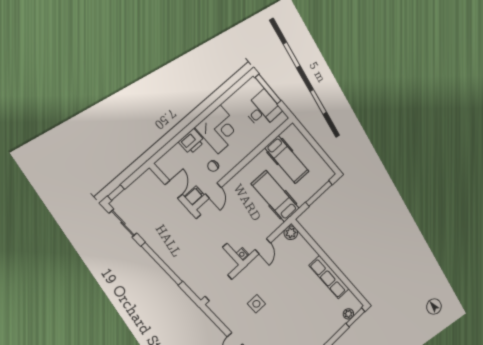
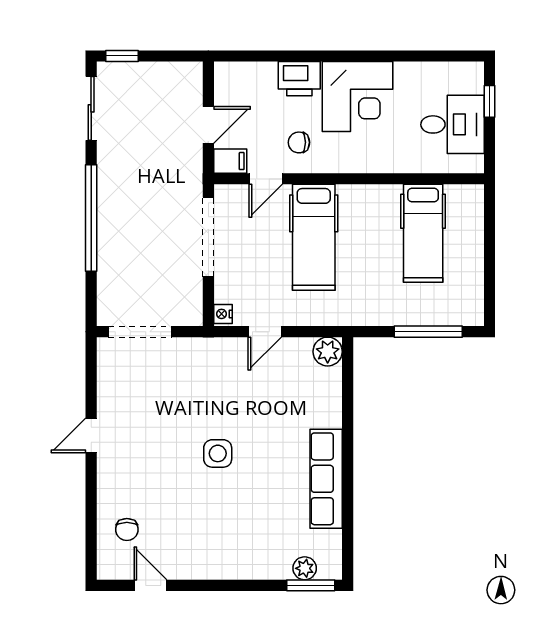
window: (268, 89) -> (489, 101), width x0.46
hospital bed: (275, 196) -> (314, 237), moved, turned 180
side table: (256, 304) -> (218, 453), moved

